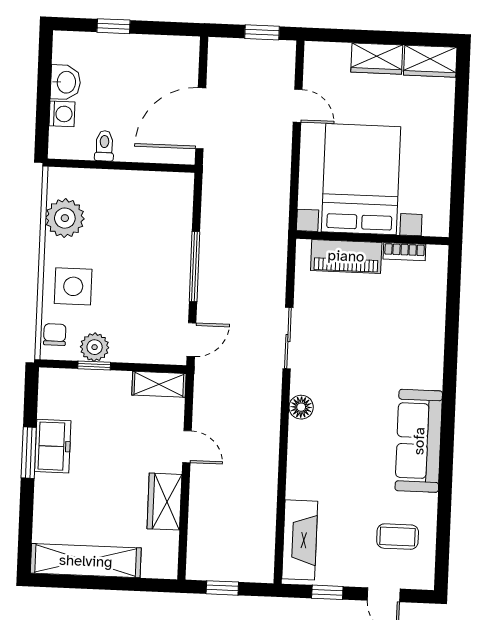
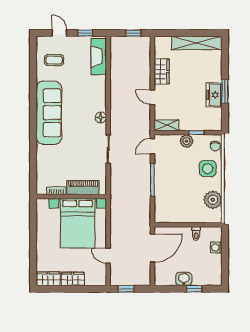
washbasin: (65, 82) -> (184, 279), moved, turned 90
plant: (95, 347) -> (187, 141), moved
sofa: (419, 441) -> (49, 113), width x1.36, depth x1.27

